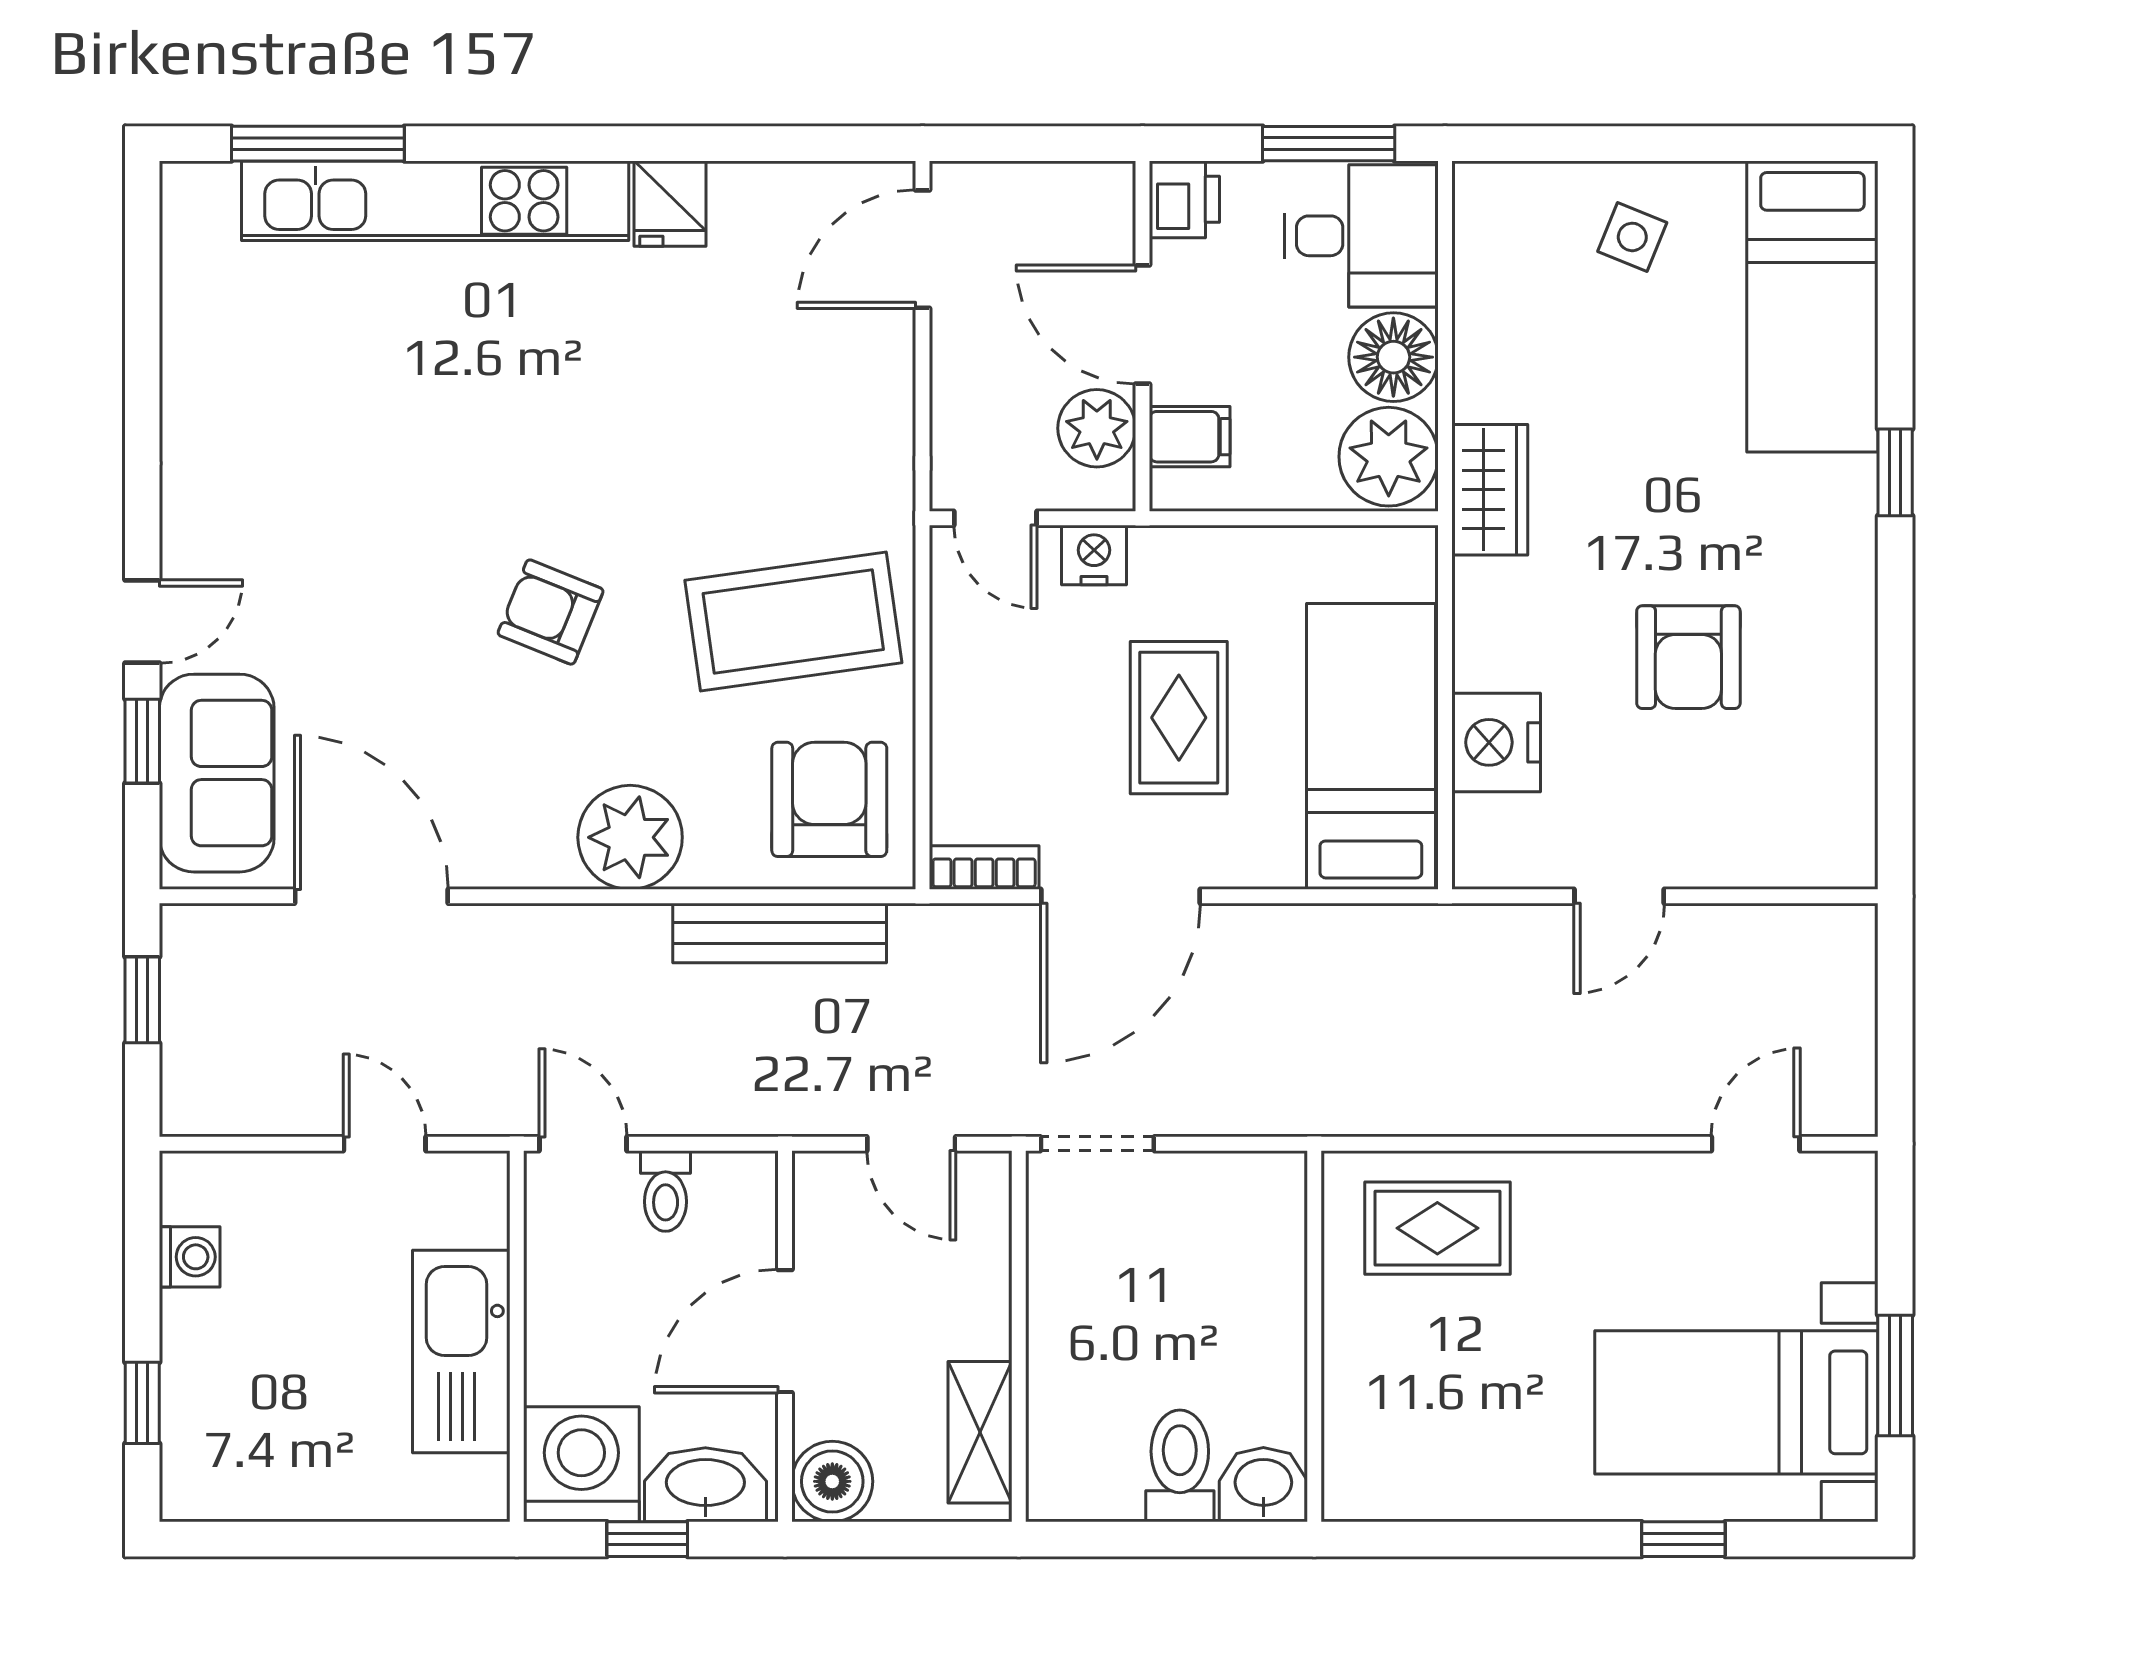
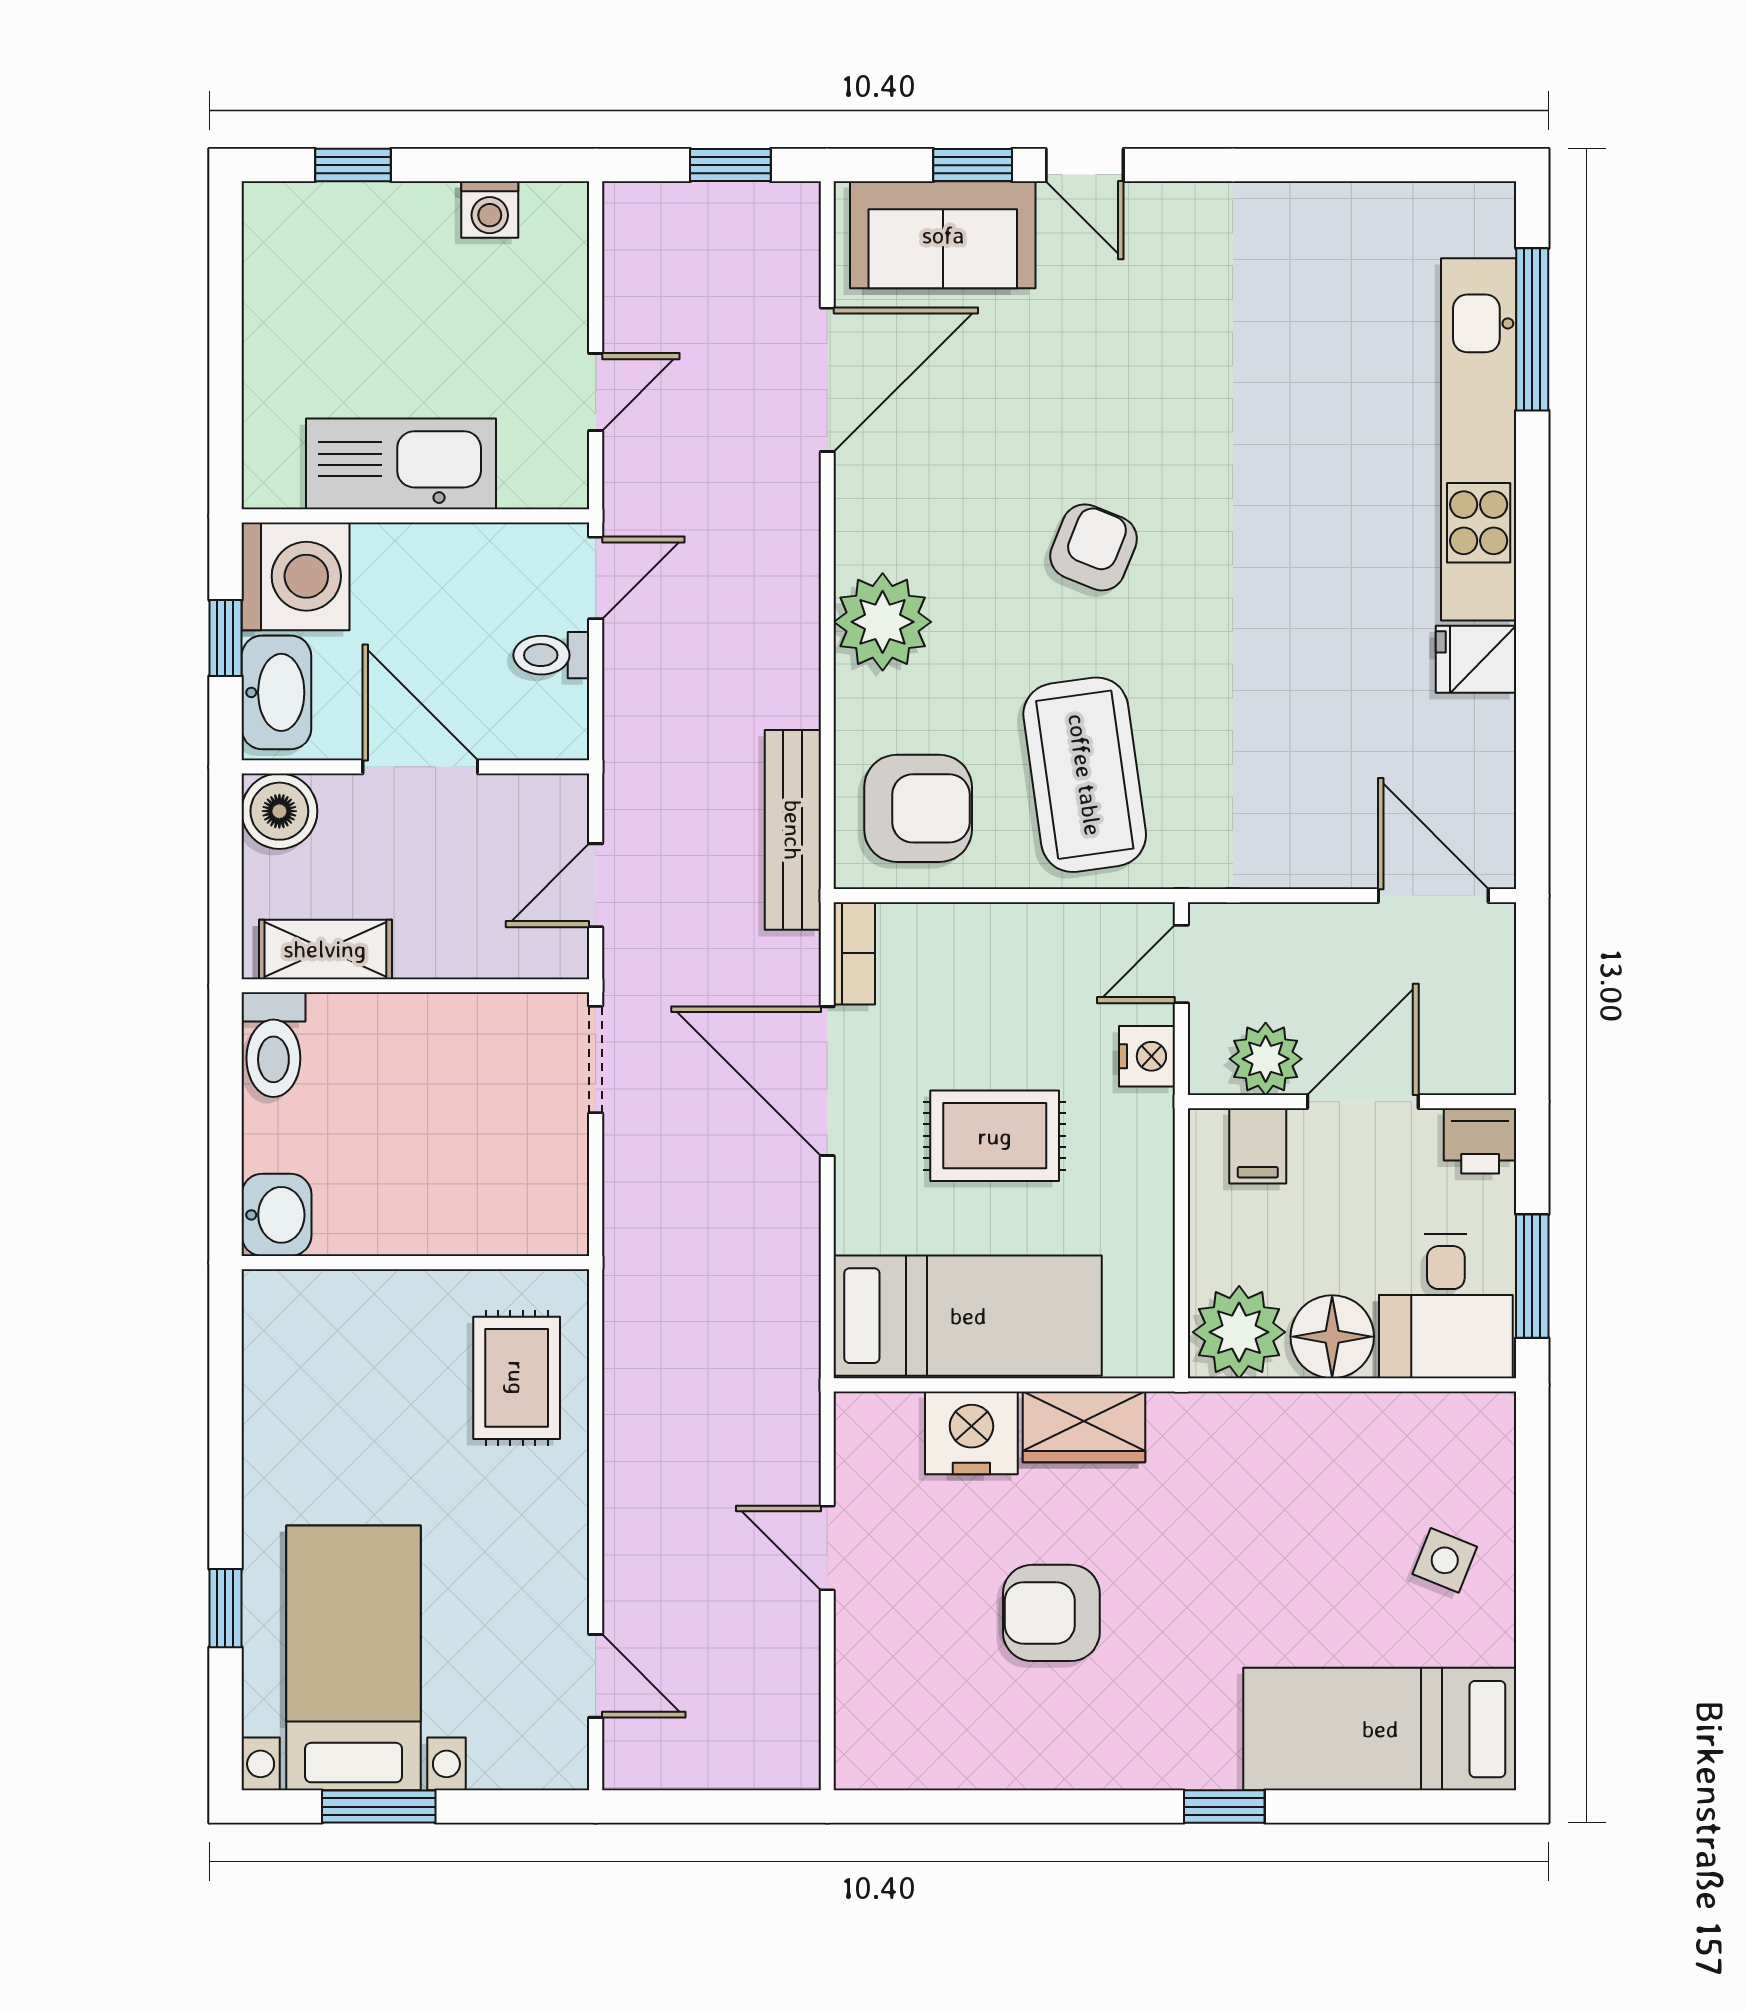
wardrobe: (1490, 490) -> (1084, 1427), moved
bench: (780, 933) -> (793, 830), moved
toilet: (1180, 1466) -> (273, 1045), moved, turned 90

